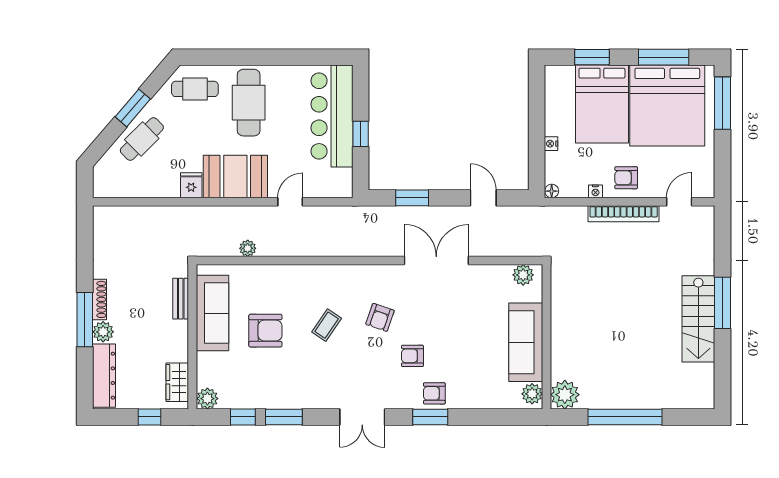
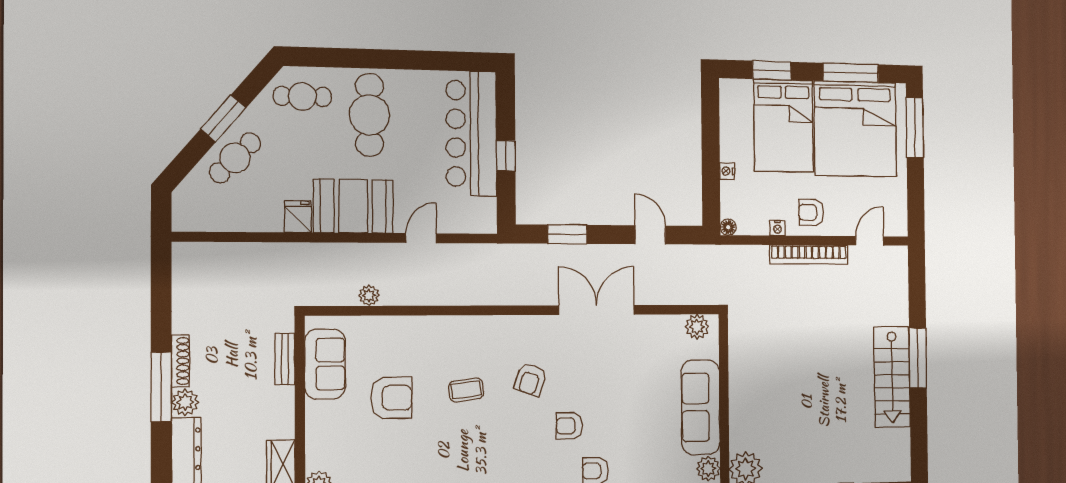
sofa: (212, 313) -> (325, 364), width x0.73
coffee table: (327, 325) -> (466, 390), turned 49

